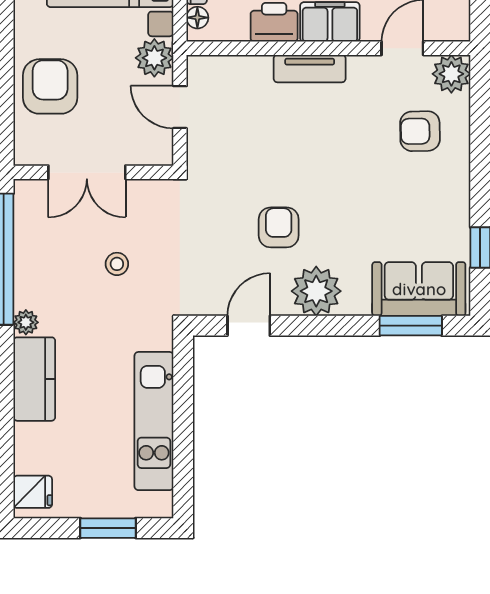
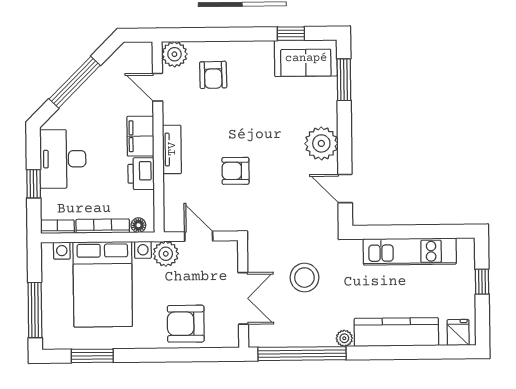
door: (180, 107) -> (199, 236), swing flipped
armchair: (279, 227) -> (235, 171), moved
stool: (117, 264) -> (304, 278), width x1.89, depth x1.89
sofa: (419, 289) -> (306, 58), moved, turned -90
kitchen counter: (34, 379) -> (396, 332), width x1.50
window: (108, 528) -> (482, 282), width x0.67

